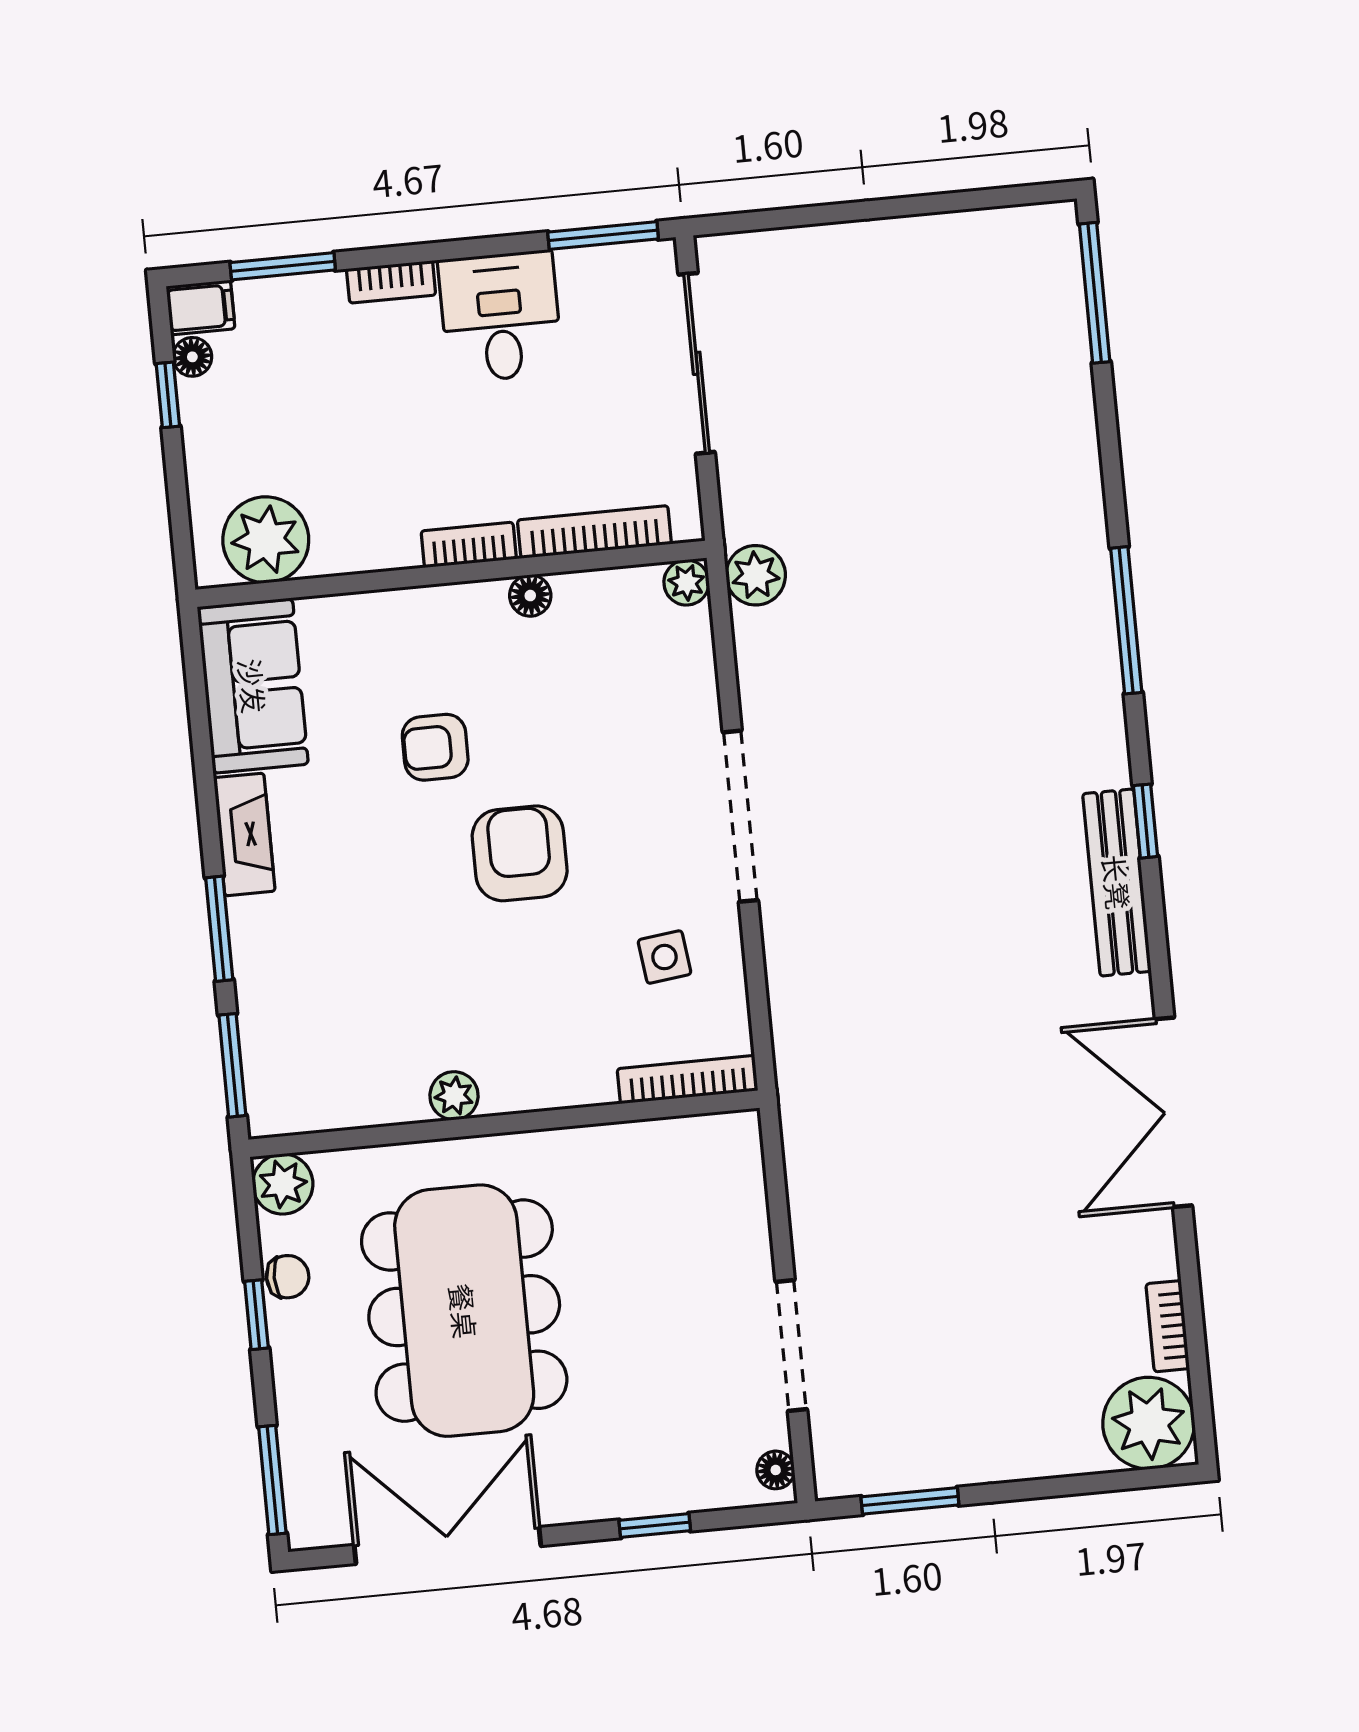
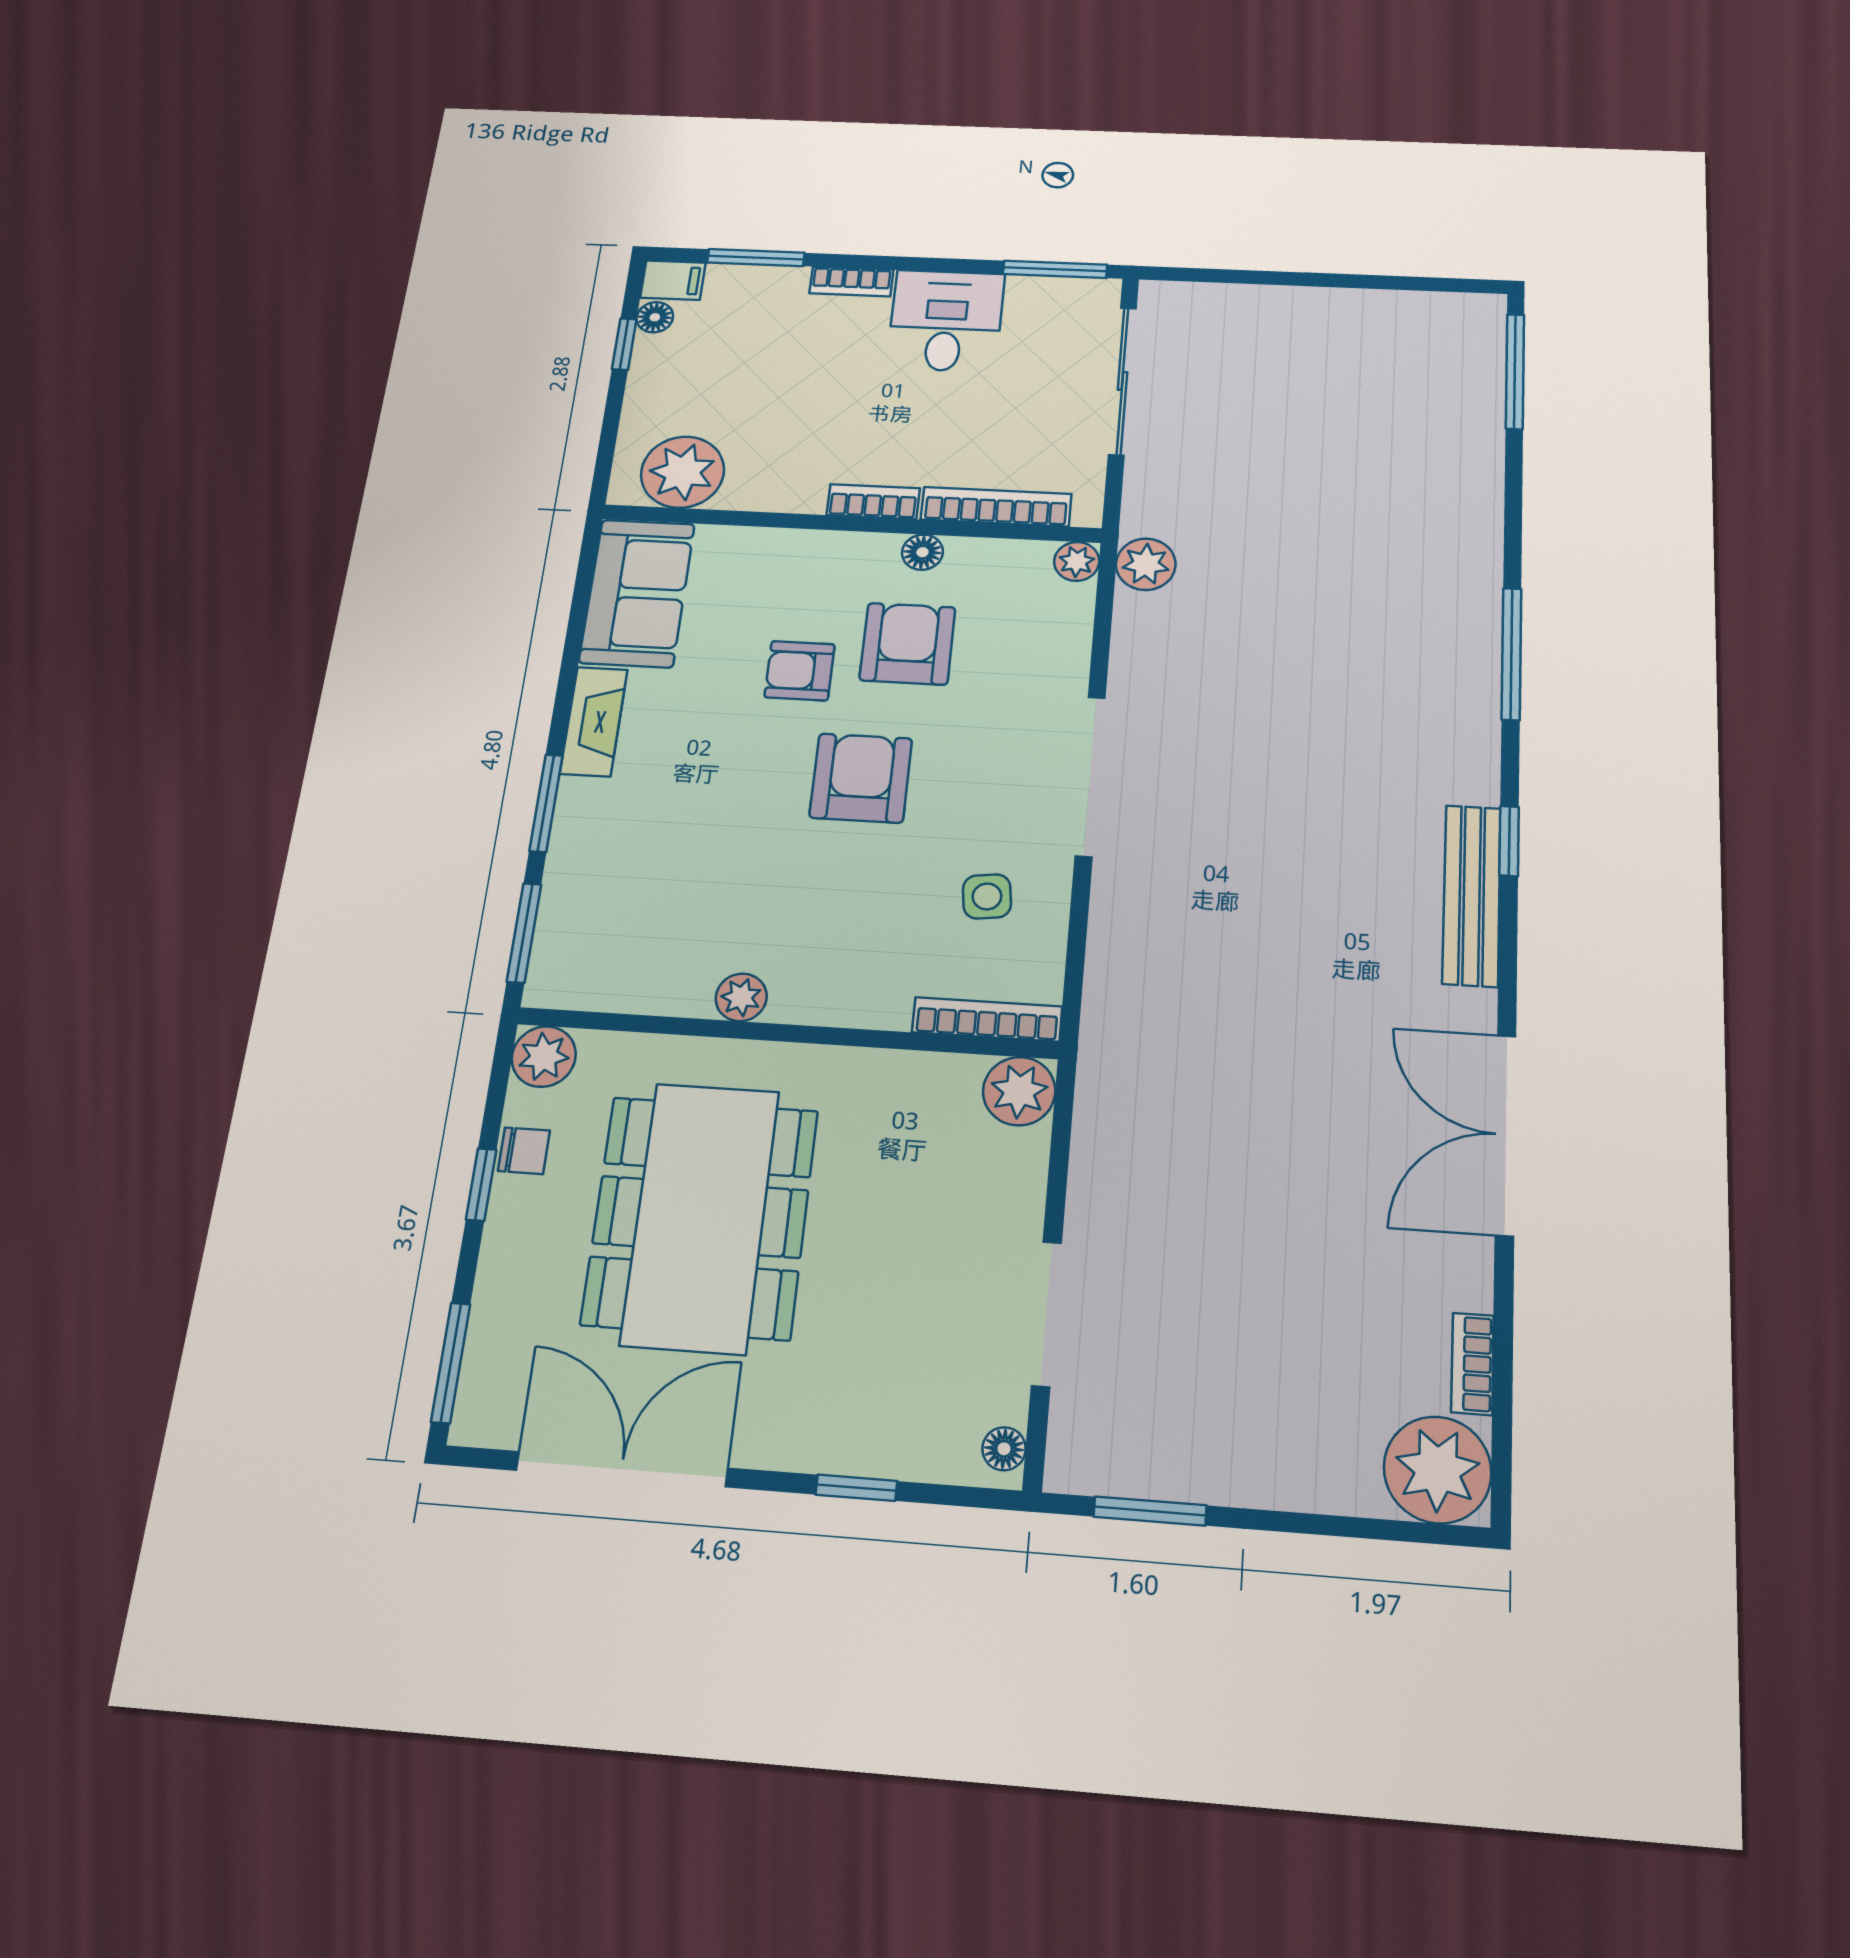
armchair: (536, 701) -> (907, 644), added
plant: (730, 1144) -> (1019, 1091), added

